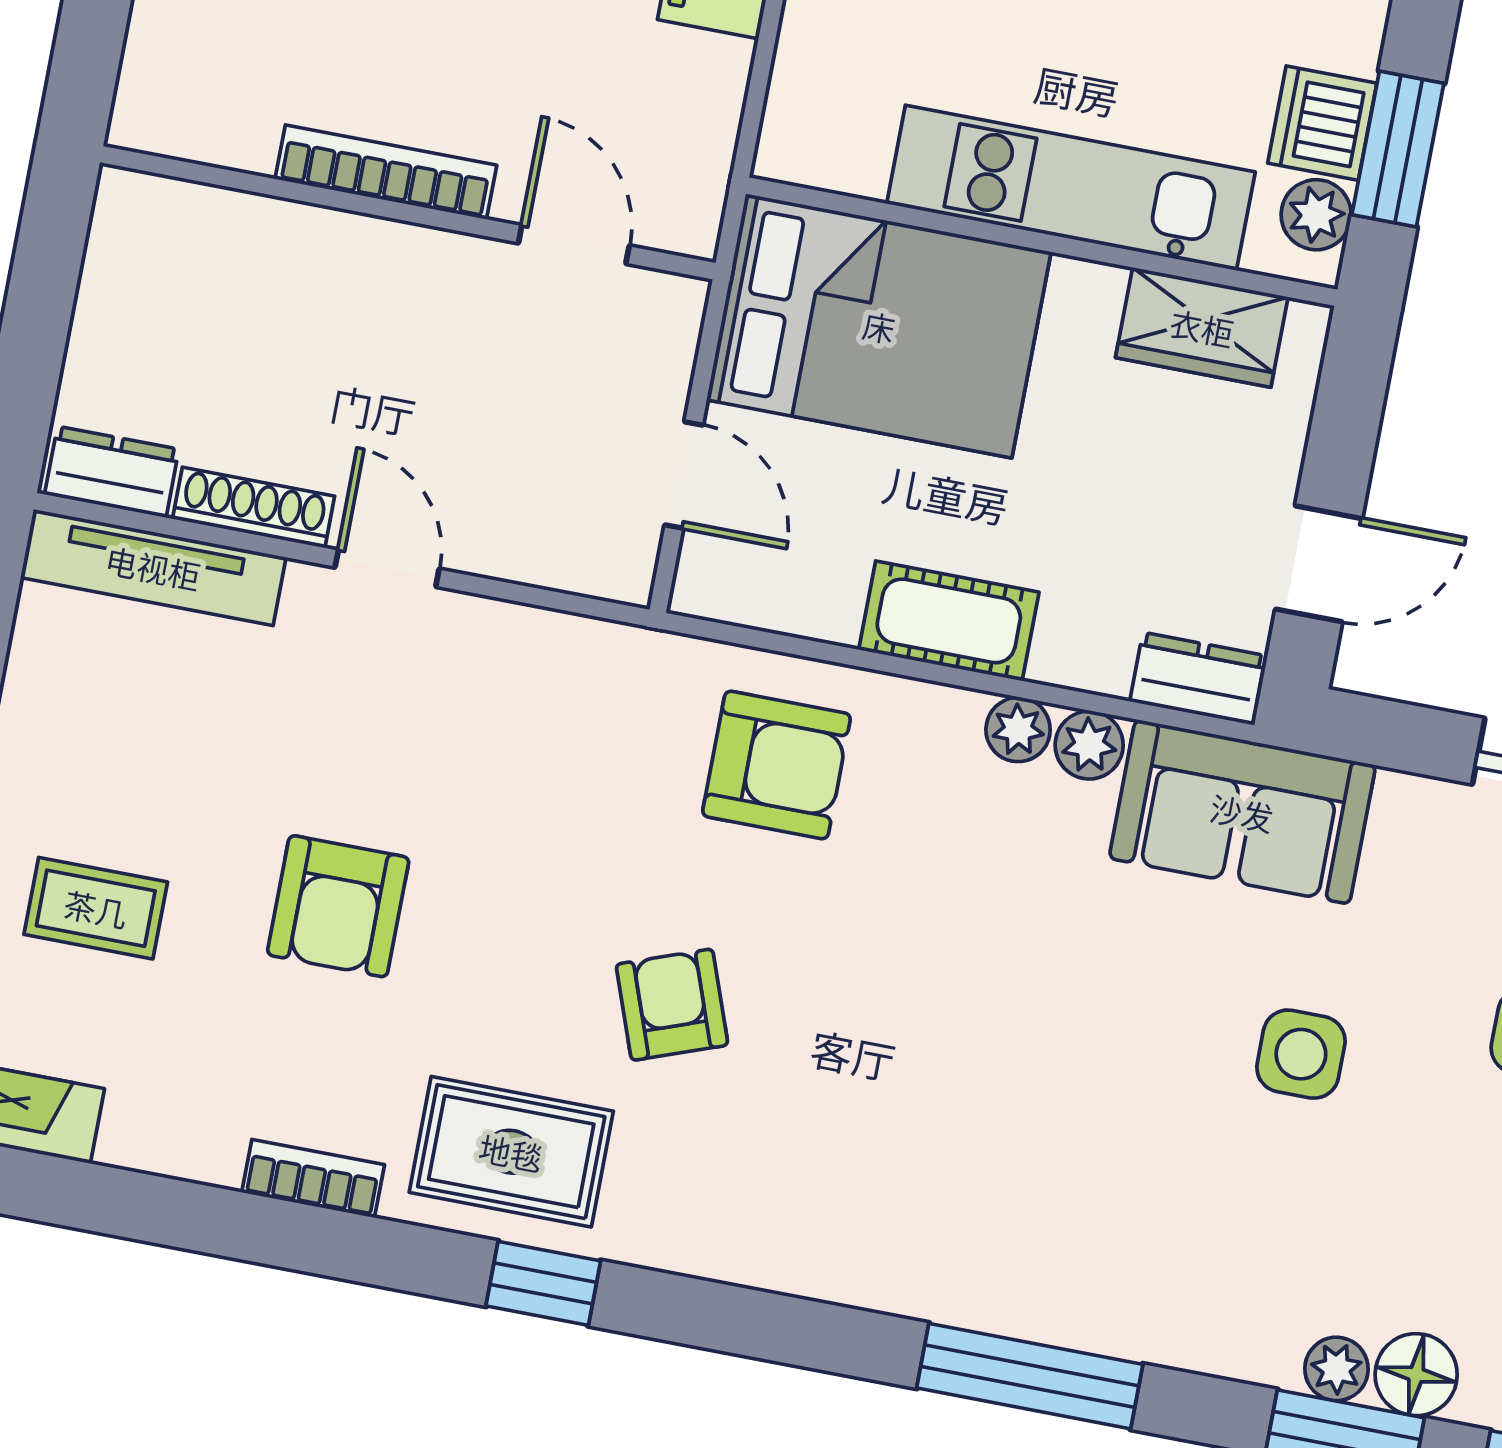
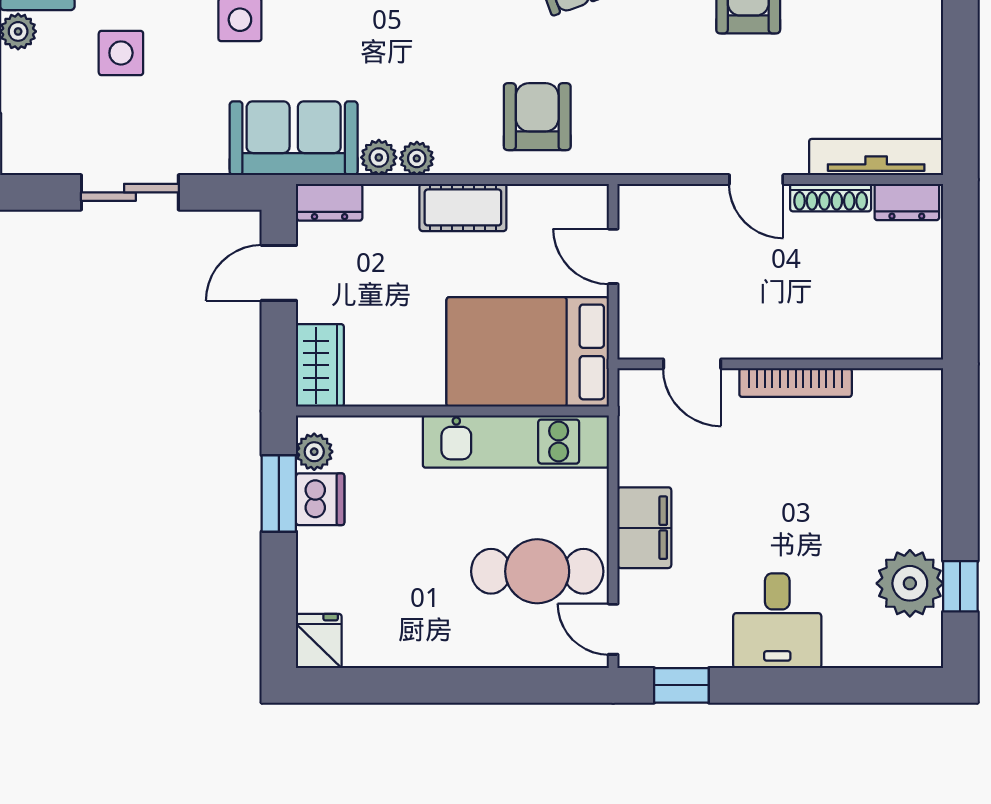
kitchen unit: (1071, 188) -> (516, 442), moved
wardrobe: (1202, 327) -> (320, 365), moved, turned 90
armchair: (777, 765) -> (537, 117), turned 90

